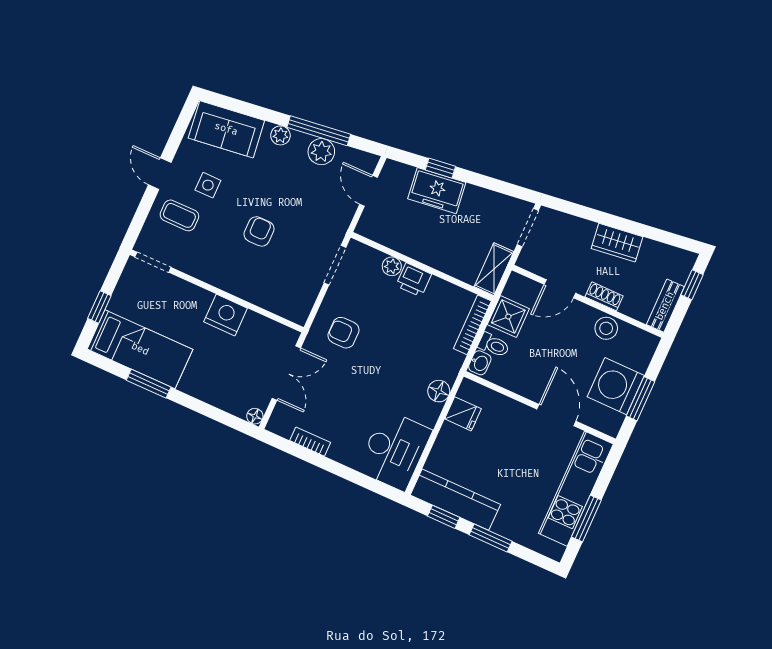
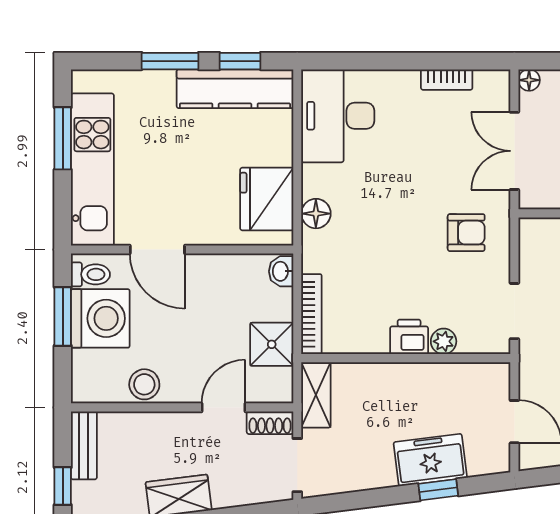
shoe rack: (604, 296) -> (270, 423), moved
toilet: (494, 345) -> (90, 274), moved, turned 180
fridge: (463, 414) -> (267, 199), width x1.88, depth x1.34

